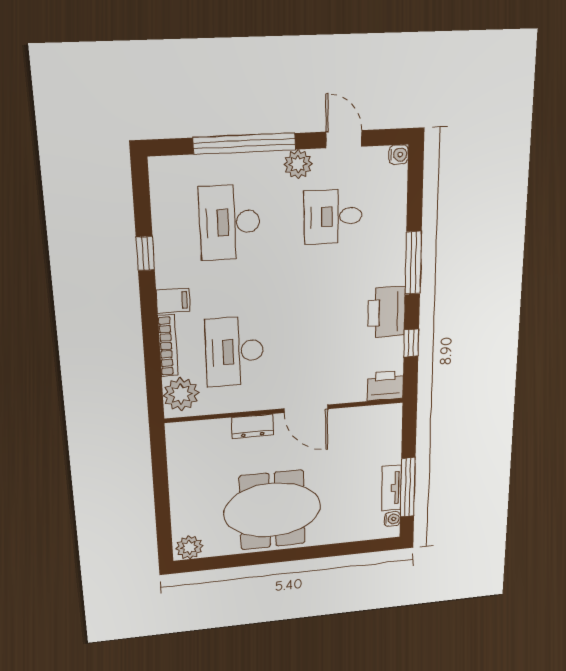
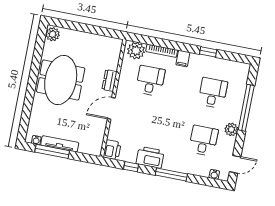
door: (344, 139) -> (235, 164), moved
water cooler: (399, 155) -> (214, 174), moved
desk: (230, 222) -> (213, 93), width x0.73
desk: (235, 352) -> (150, 81), width x0.73
tv unit: (391, 488) -> (60, 144), width x1.41

